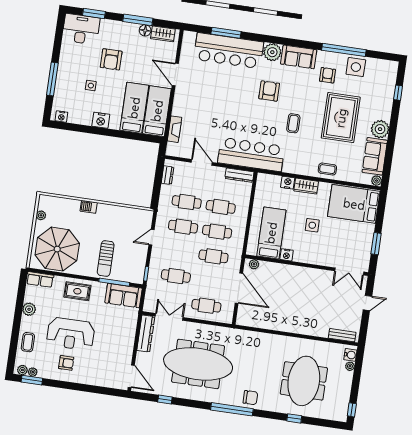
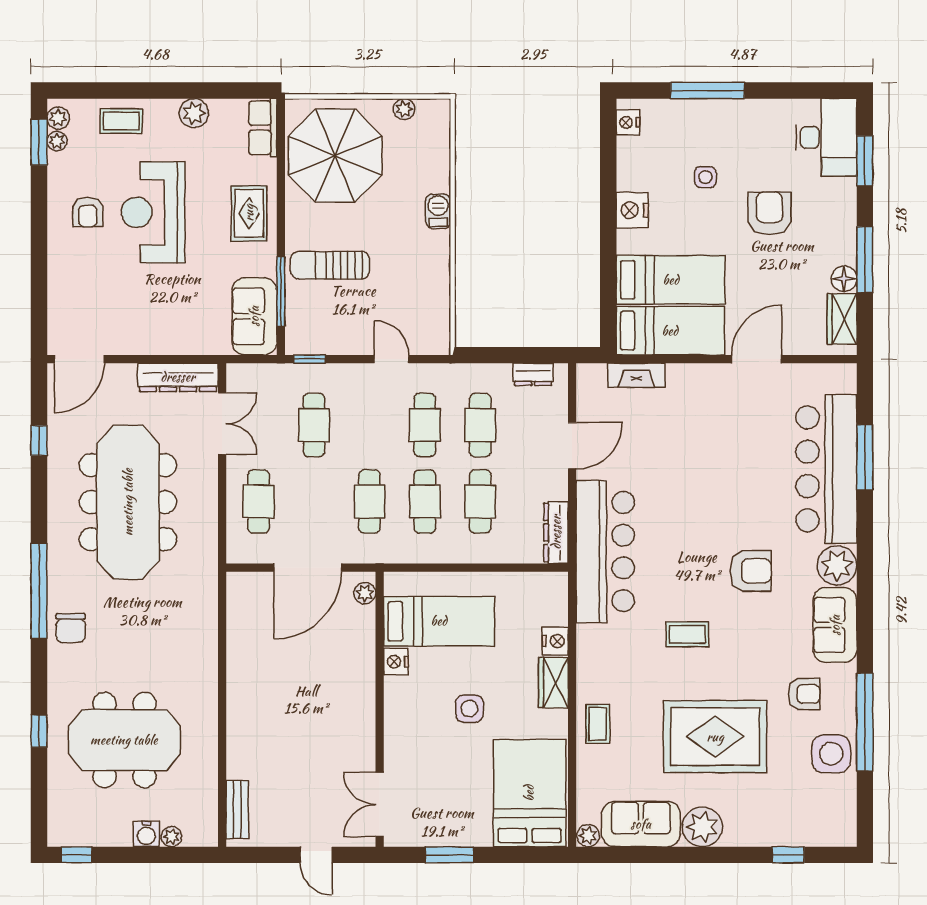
armchair: (111, 59) -> (769, 213), turned 90
water cooler: (350, 355) -> (146, 834), moved

